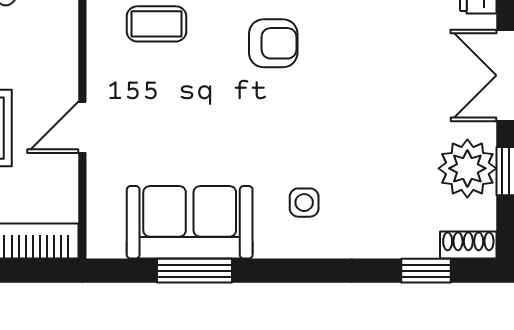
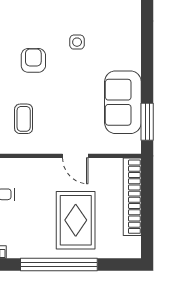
side table: (304, 203) -> (77, 42), moved
window: (194, 271) -> (147, 122), moved

